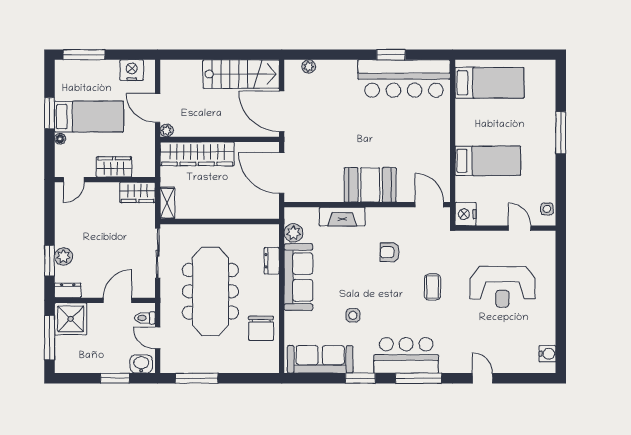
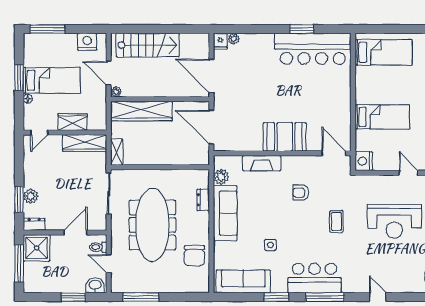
fridge: (292, 69) -> (220, 41), added
stairs: (241, 74) -> (148, 45), moved
wardrobe: (137, 192) -> (85, 143), width x1.50

